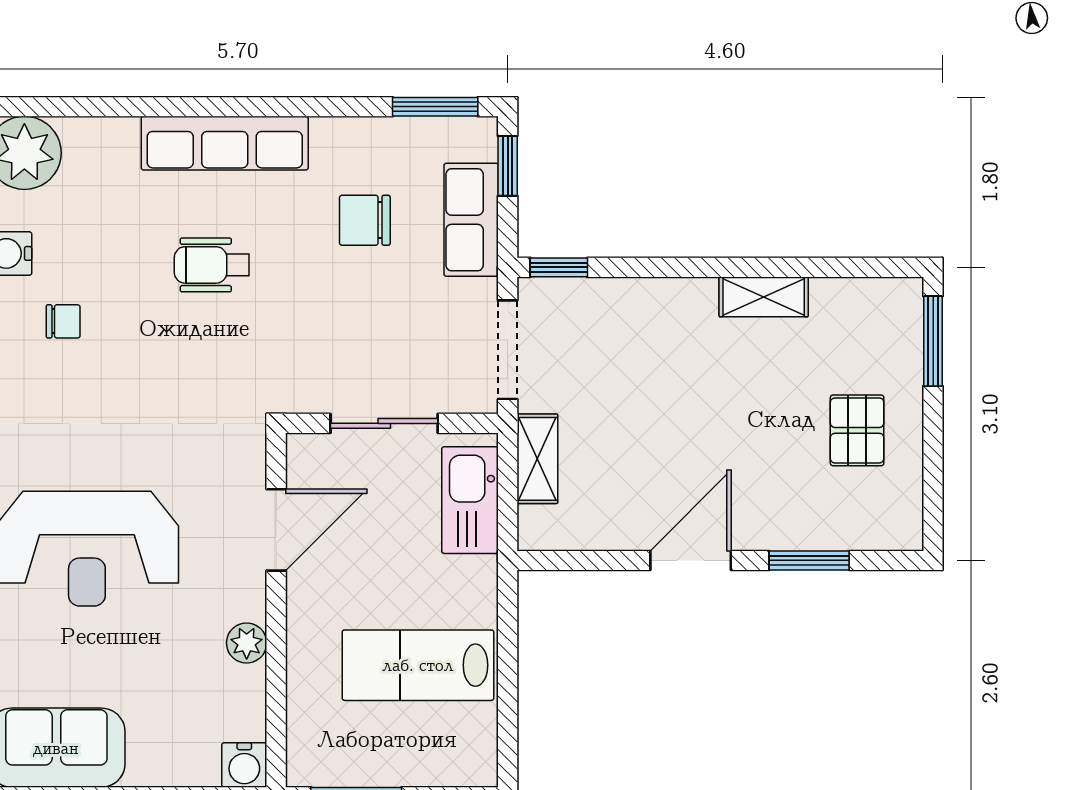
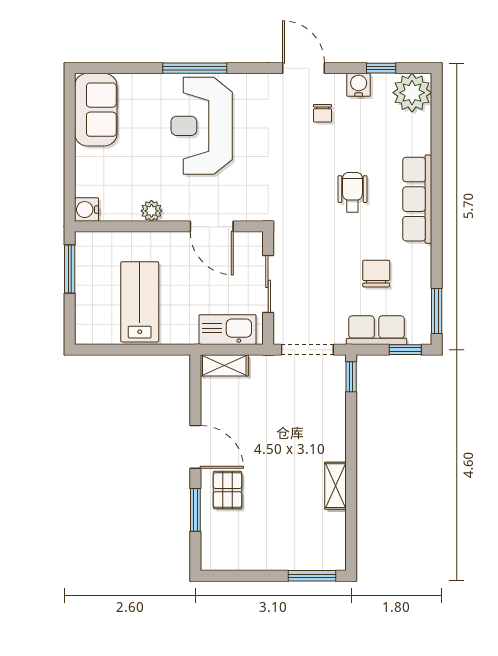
pallet: (857, 430) -> (227, 490), moved, turned 90
shelving: (537, 459) -> (224, 365), moved

